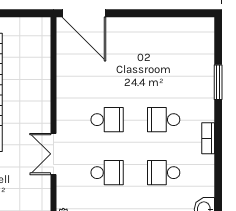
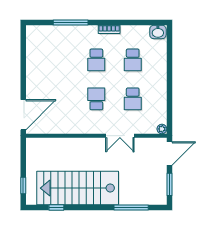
window: (218, 82) -> (71, 22), width x1.44
school desk: (107, 173) -> (133, 99), turned 180

